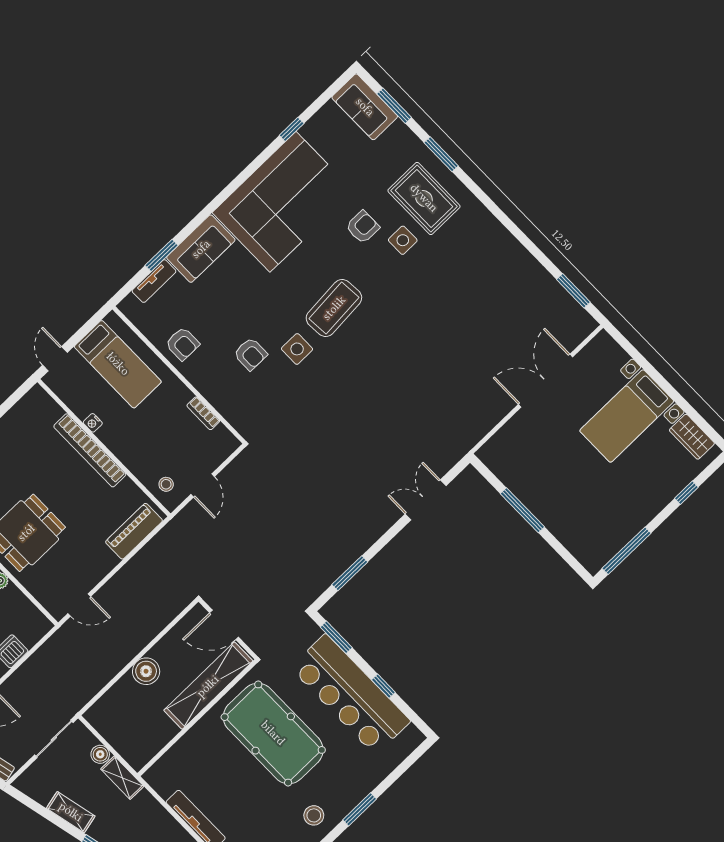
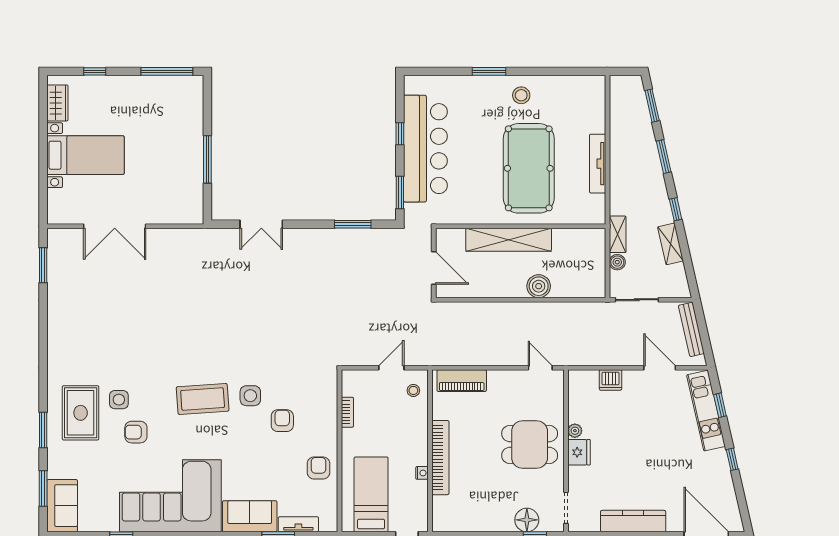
door: (224, 625) -> (434, 268), moved
wall: (228, 629) -> (434, 263), moved
pool table: (273, 733) -> (529, 168), moved

